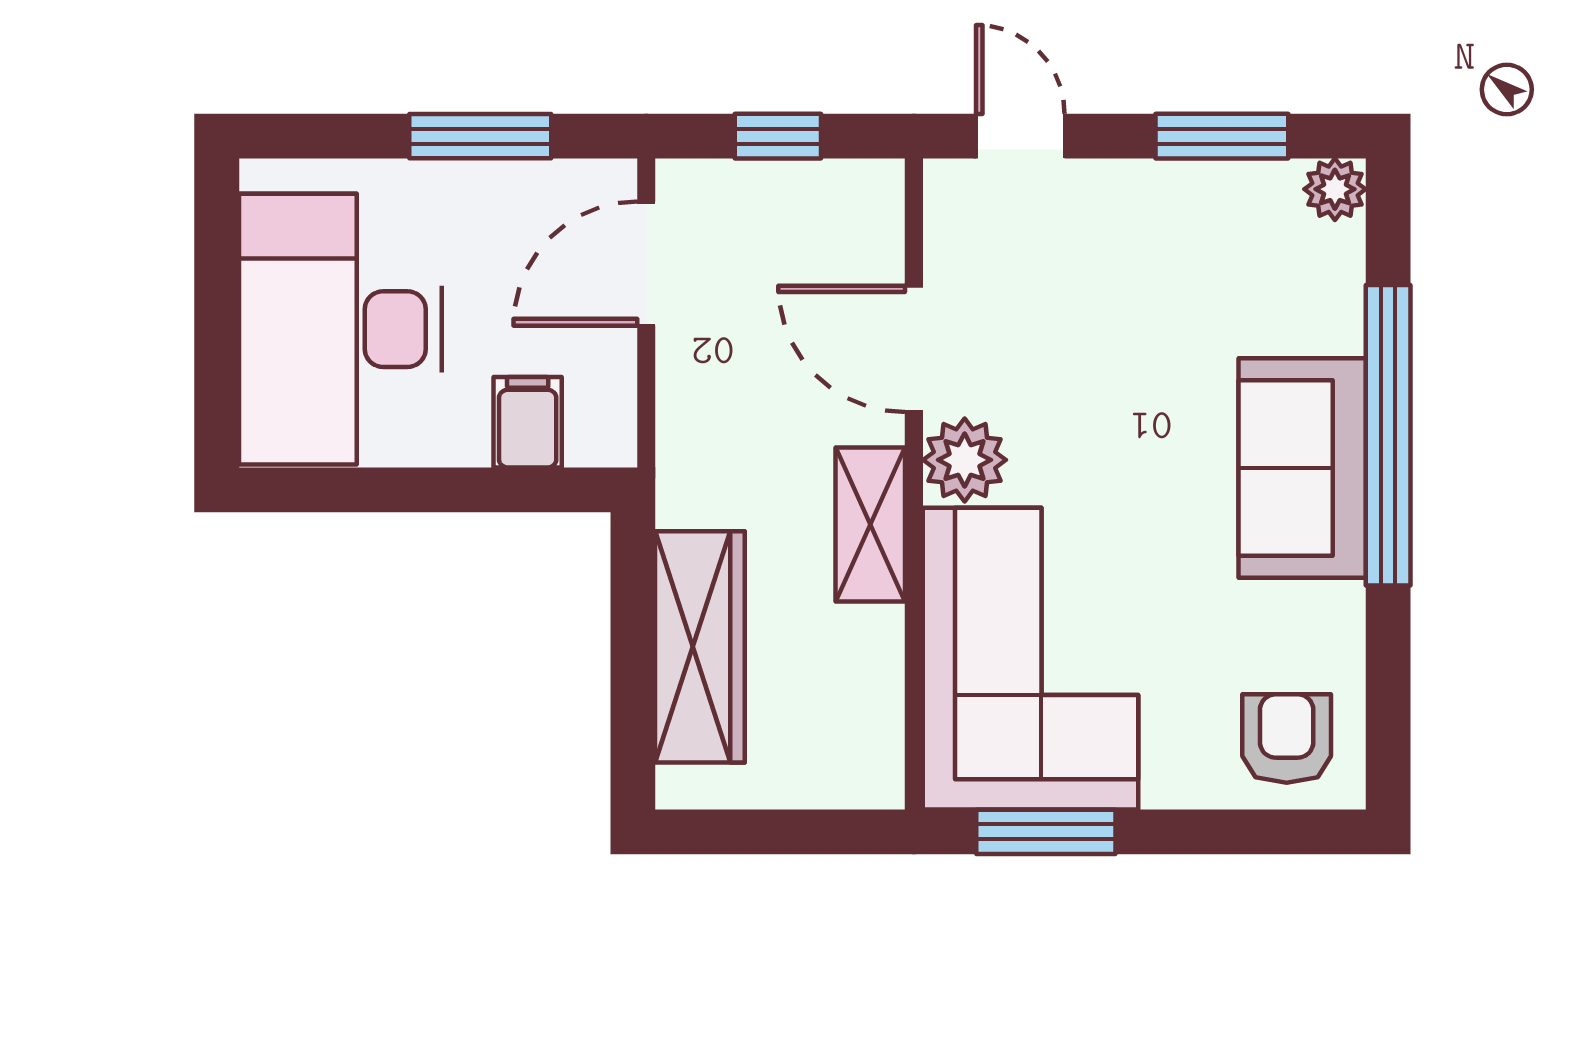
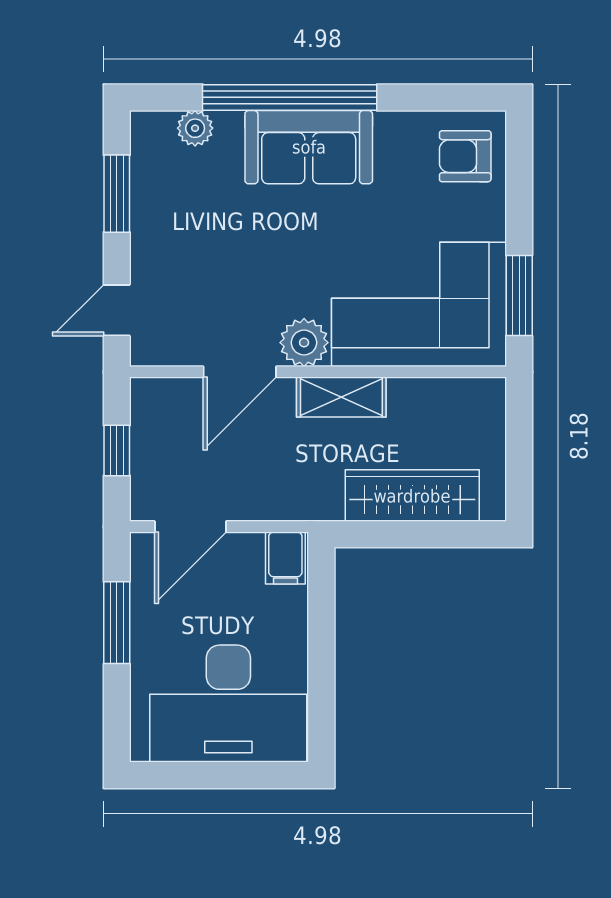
plant: (1335, 189) -> (195, 128), moved
door: (646, 264) -> (190, 527), hinge flipped
filing cabinet: (528, 422) -> (285, 558), moved, turned -90

